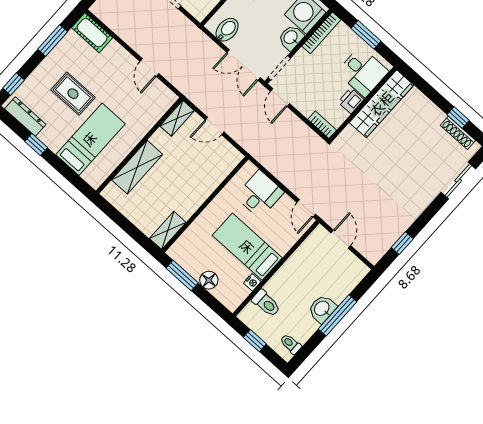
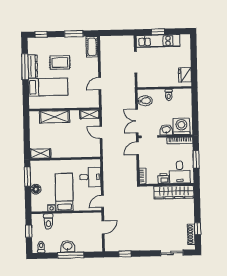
rug: (73, 94) -> (60, 62), turned 90
dresser: (25, 117) -> (33, 66), moved
window: (36, 144) -> (25, 67), width x2.17

